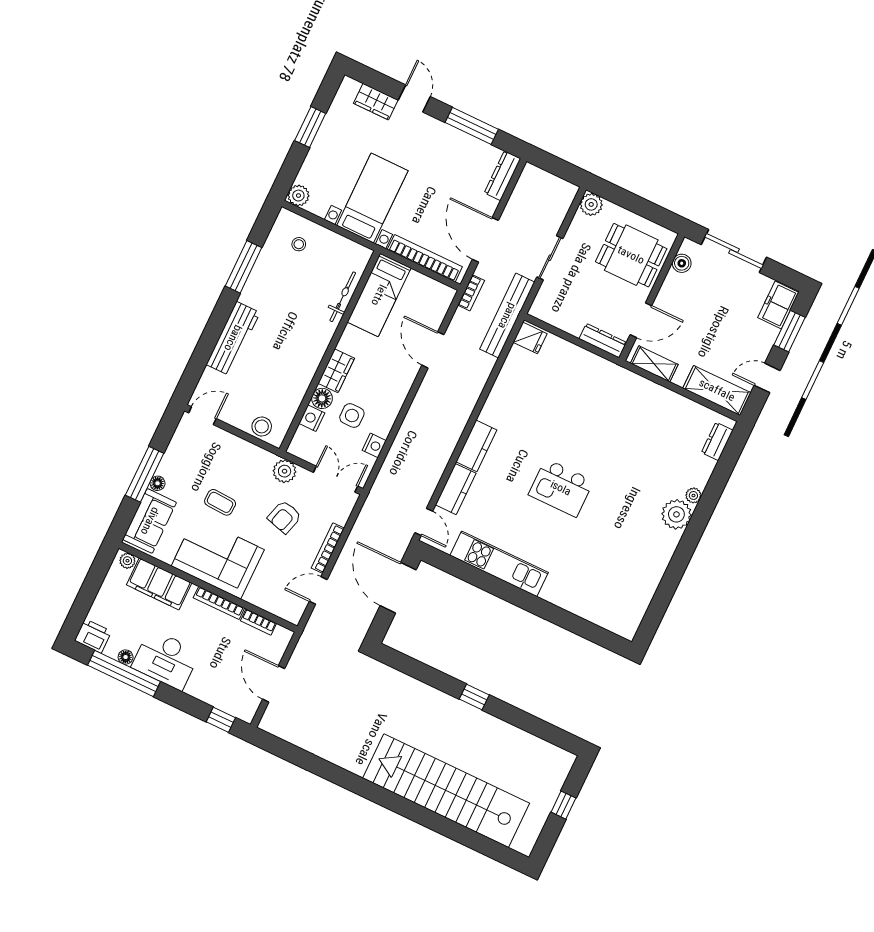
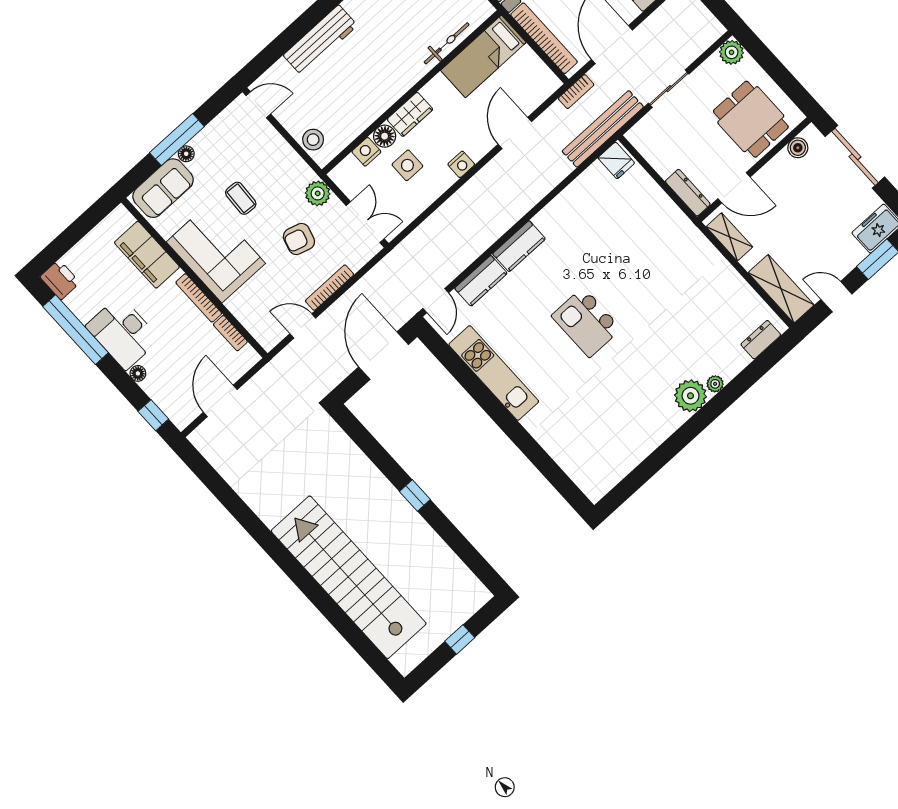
nightstand: (374, 445) -> (461, 164), moved
plant: (127, 561) -> (125, 219), removed
floor lamp: (126, 657) -> (138, 373), moved

